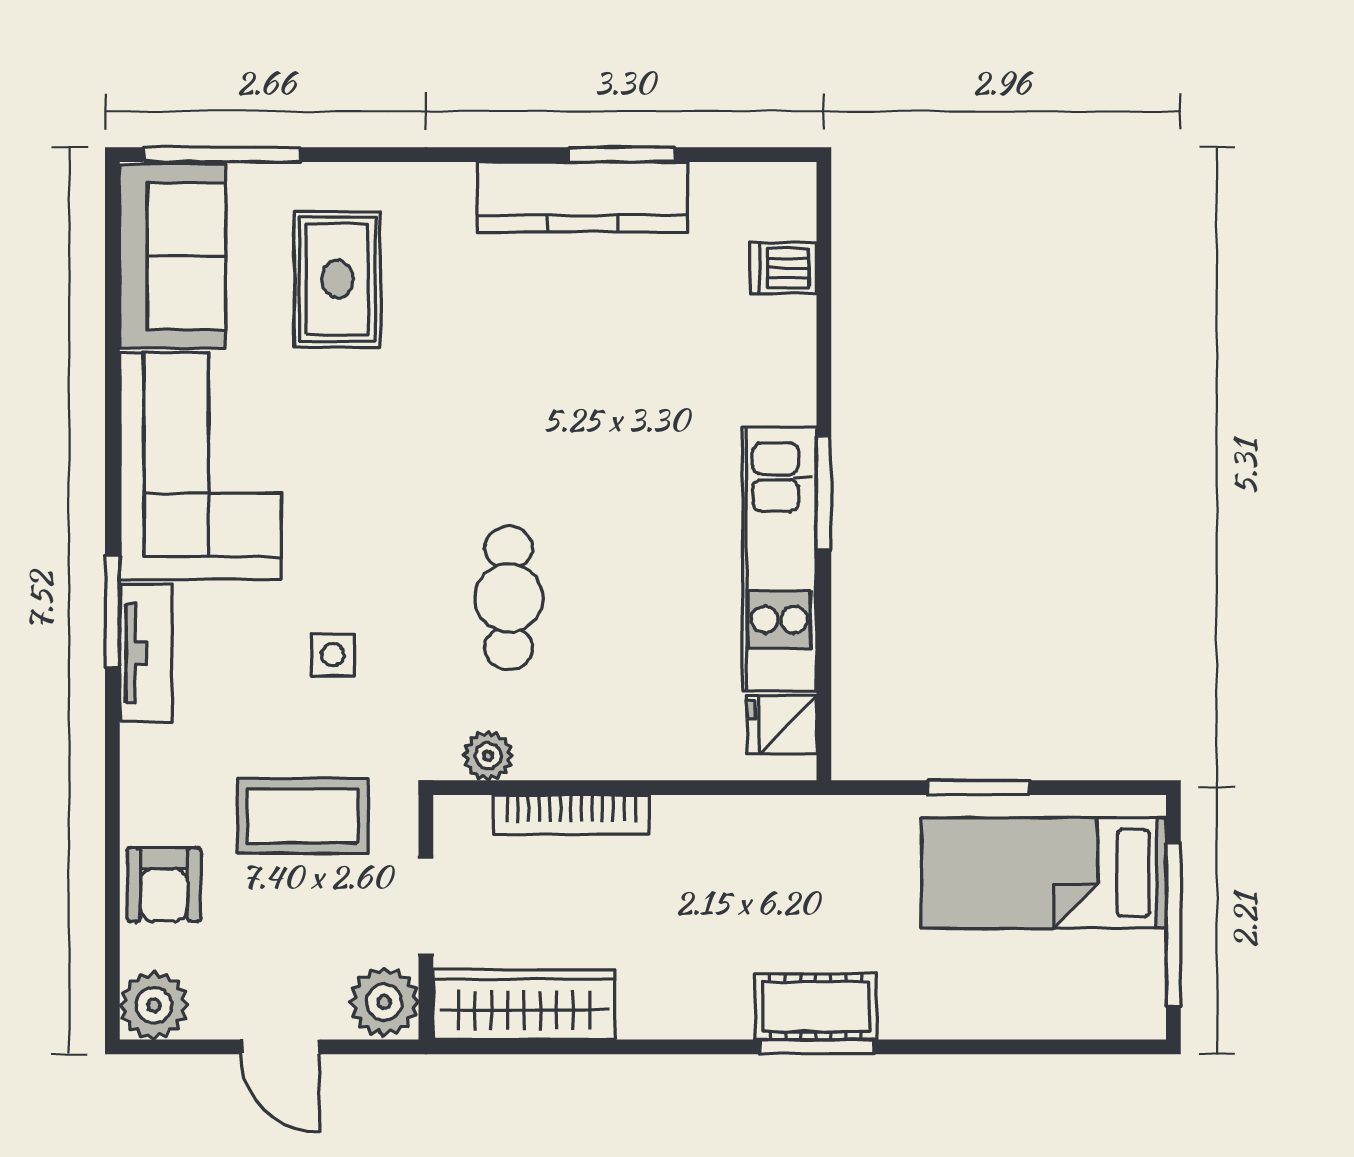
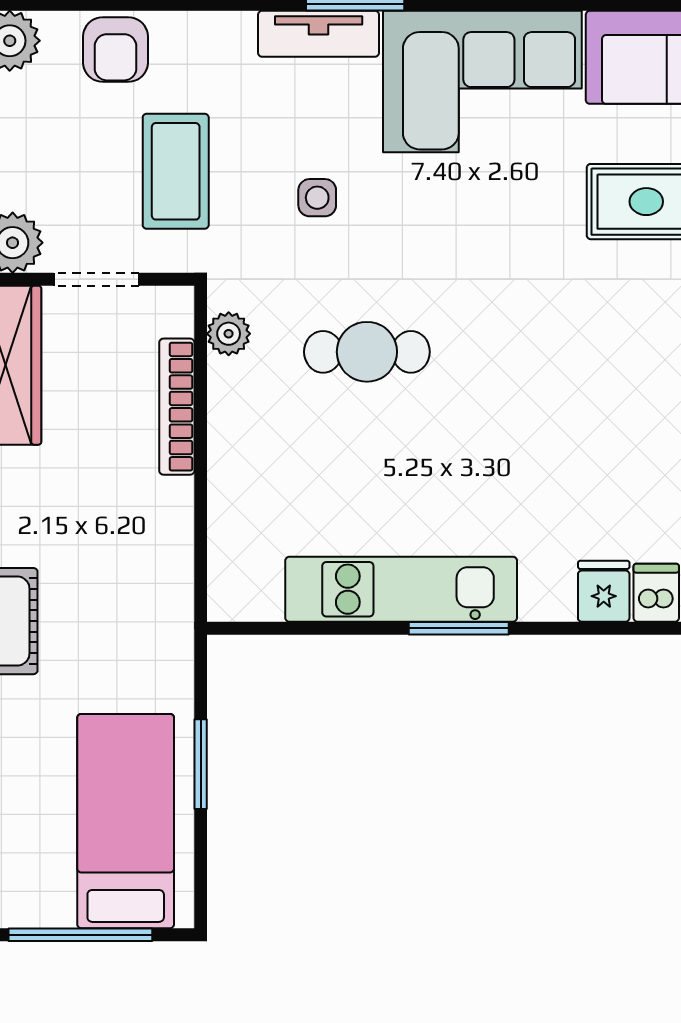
fridge: (782, 725) -> (604, 591), moved
armchair: (164, 885) -> (115, 50), turned -90

